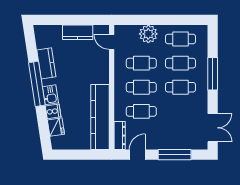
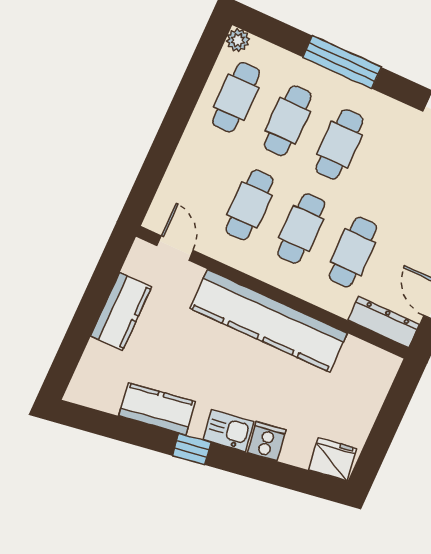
plant: (148, 34) -> (238, 40), moved, width x0.53, depth x0.53
door: (112, 42) -> (175, 248), swing flipped
window: (37, 84) -> (192, 449), width x0.32
kitchen counter: (100, 117) -> (269, 321), moved
fridge: (56, 127) -> (333, 459), moved

